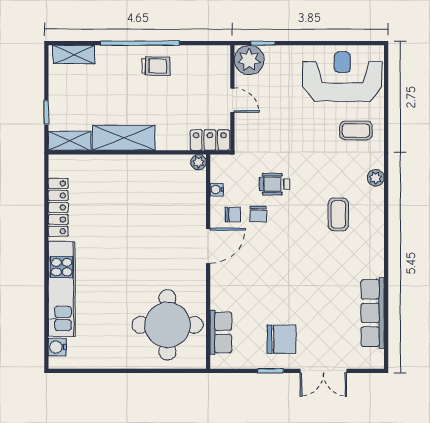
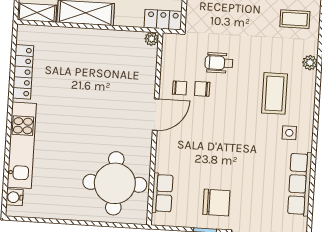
water cooler: (217, 190) -> (166, 65), removed
chair: (258, 214) -> (202, 89), turned 90
coffee table: (338, 214) -> (274, 93), width x1.36, depth x1.30
side table: (357, 257) -> (289, 133), added

